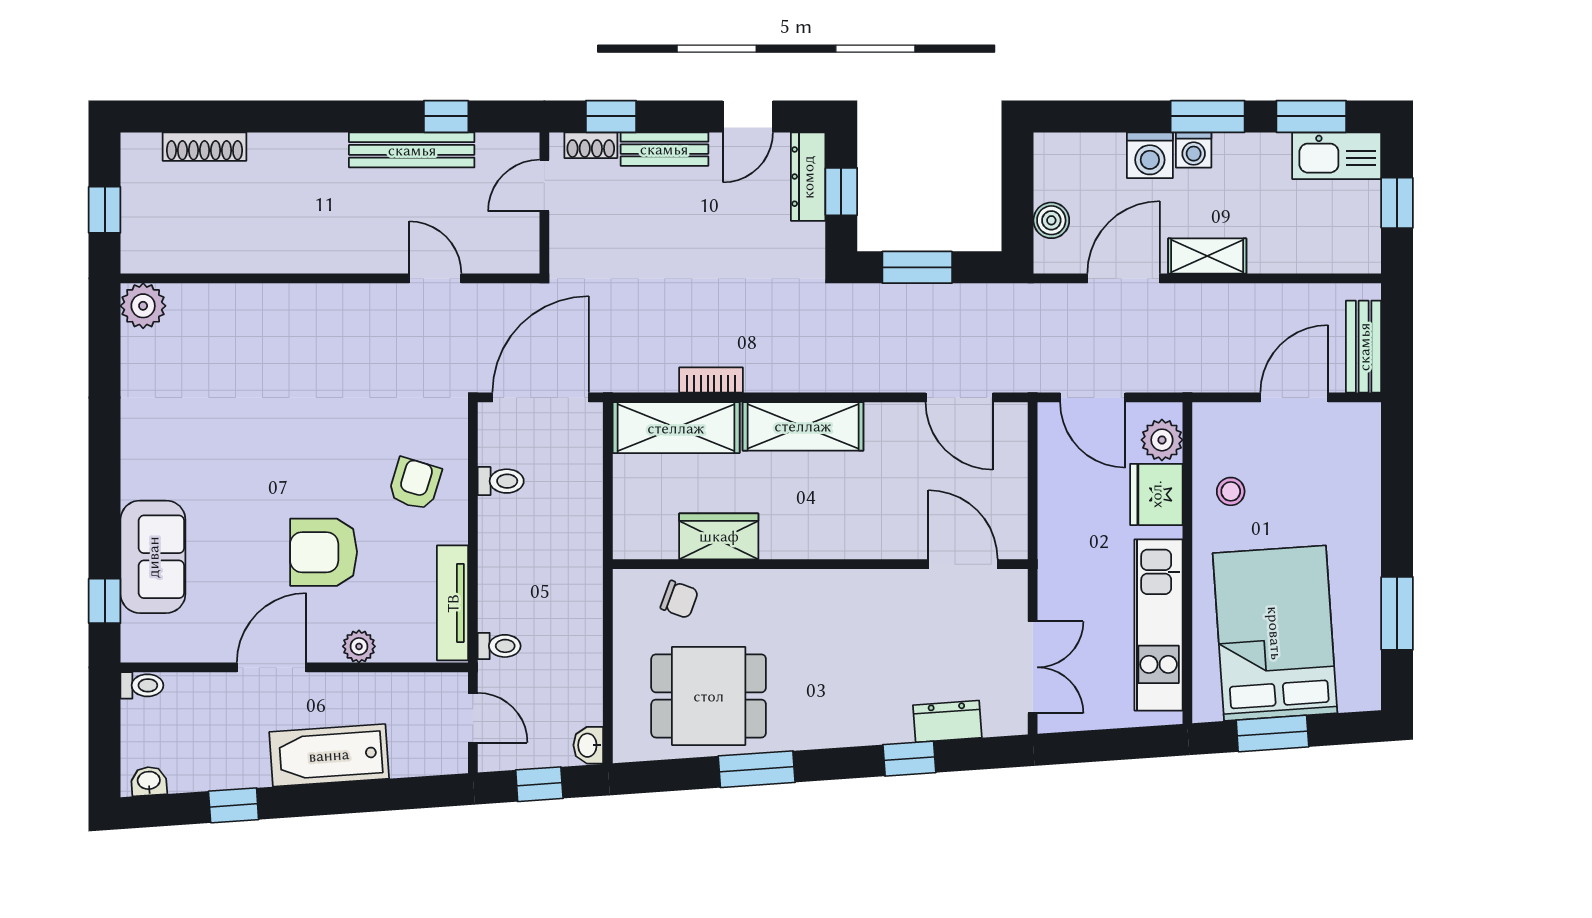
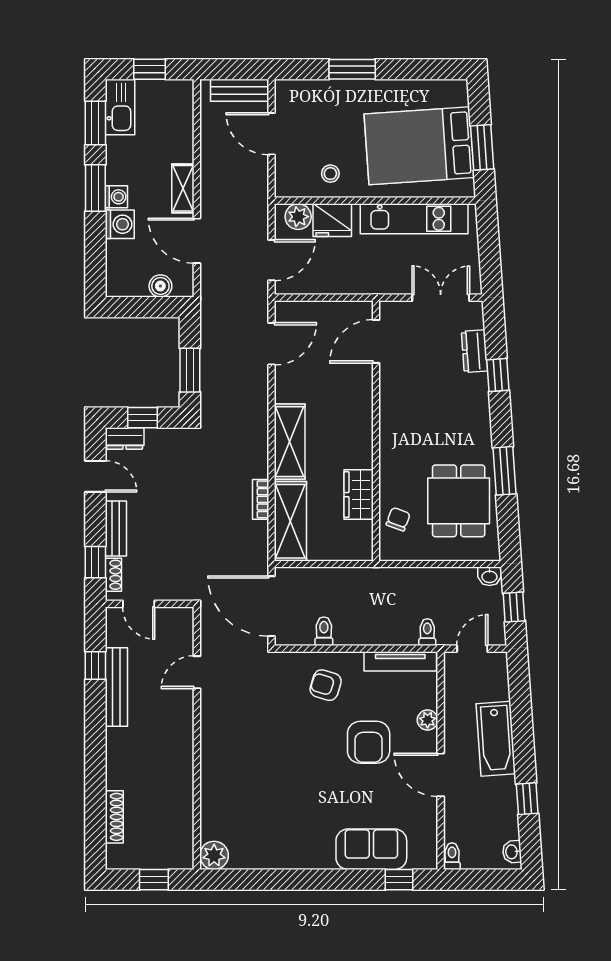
dresser: (808, 177) -> (125, 438), width x0.70
window: (1397, 613) -> (352, 69), moved

